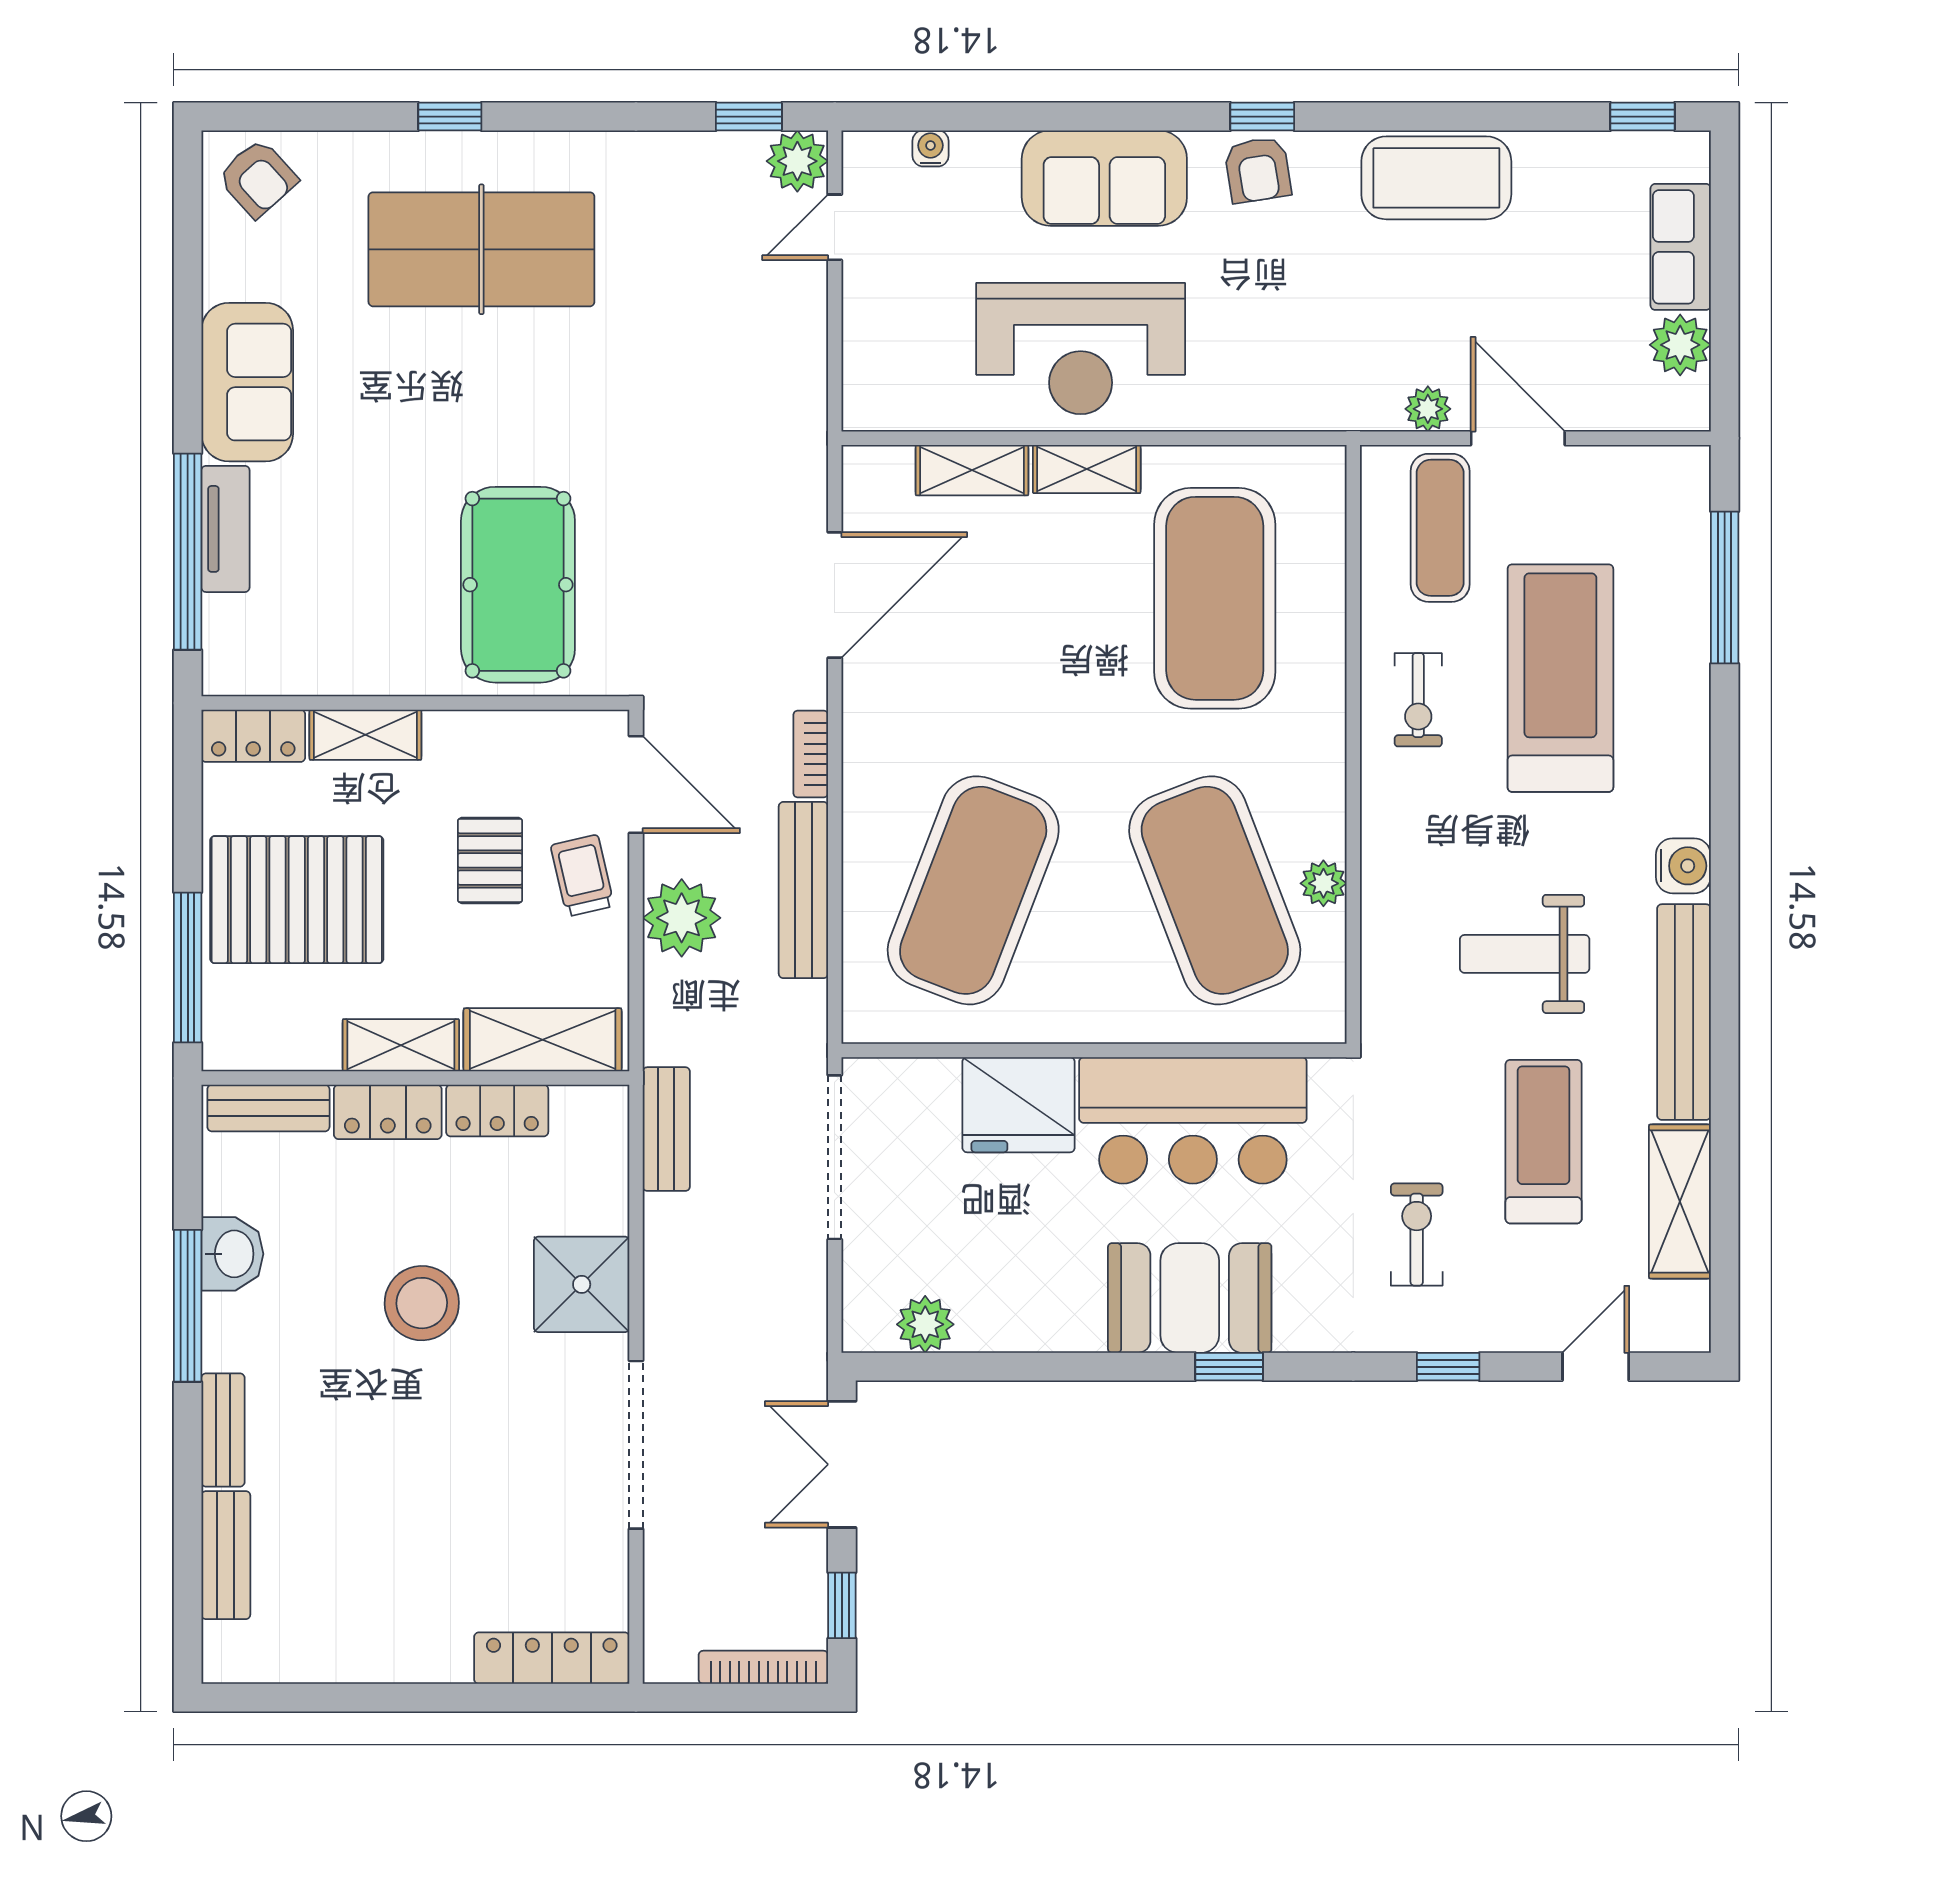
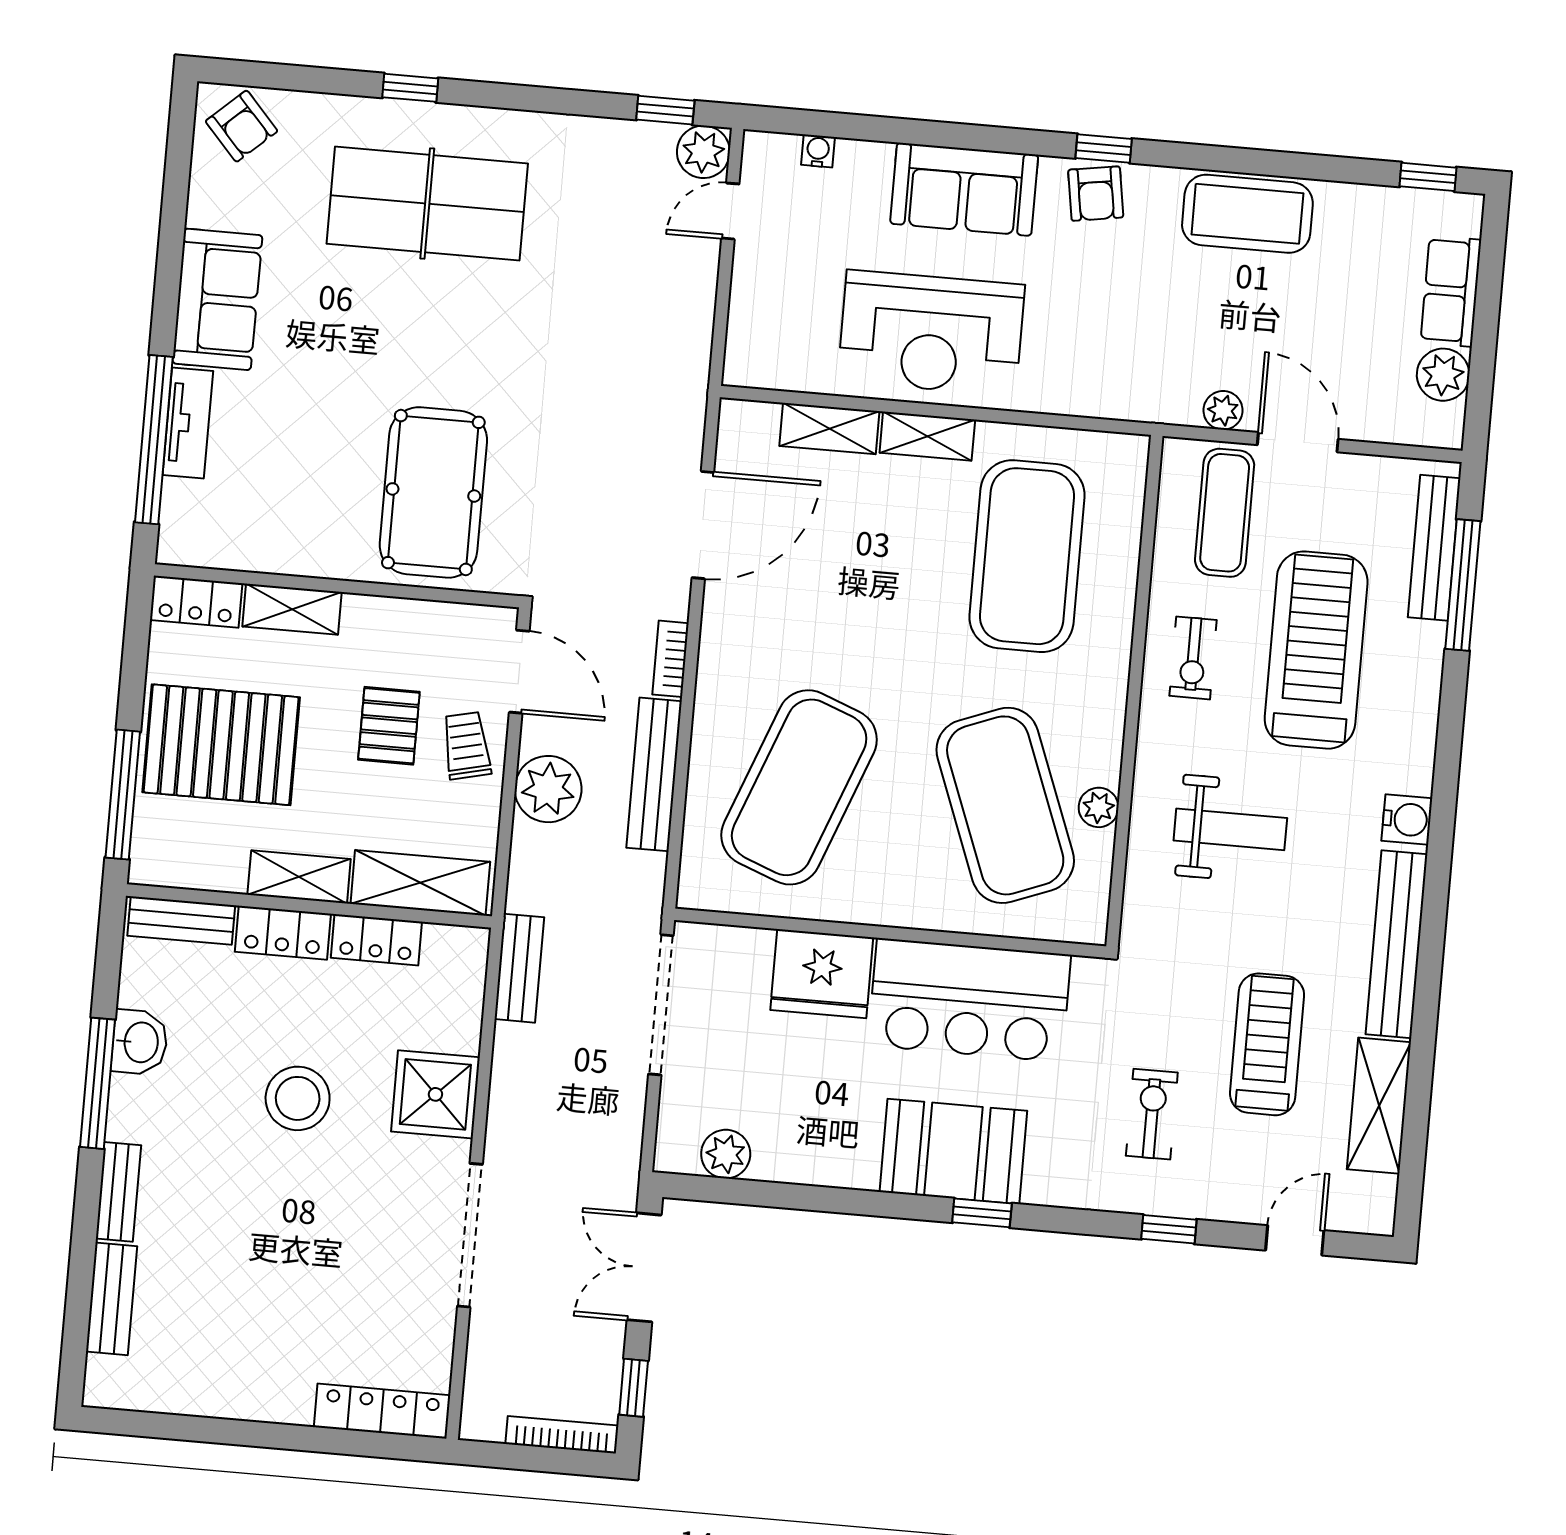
bench: (1687, 547) -> (1434, 548), added
weight bench: (1525, 954) -> (1230, 829), moved, turned 180

